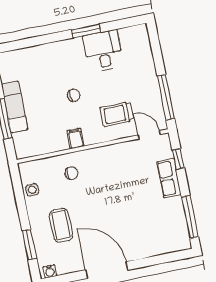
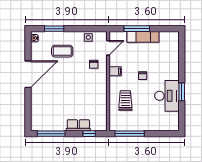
desk: (103, 51) -> (167, 96), width x1.37
door: (149, 135) -> (108, 48), moved

